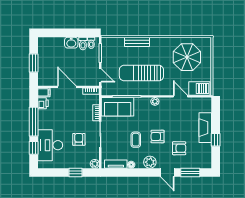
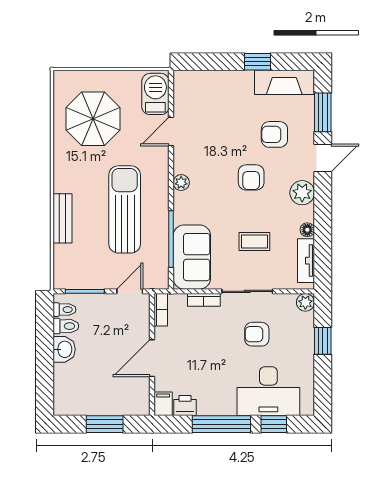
sun lounger: (141, 73) -> (125, 209), turned 180
fireplace: (205, 128) -> (284, 82), moved
coffee table: (136, 140) -> (254, 241), moved
armchair: (179, 148) -> (274, 134), turned -90

